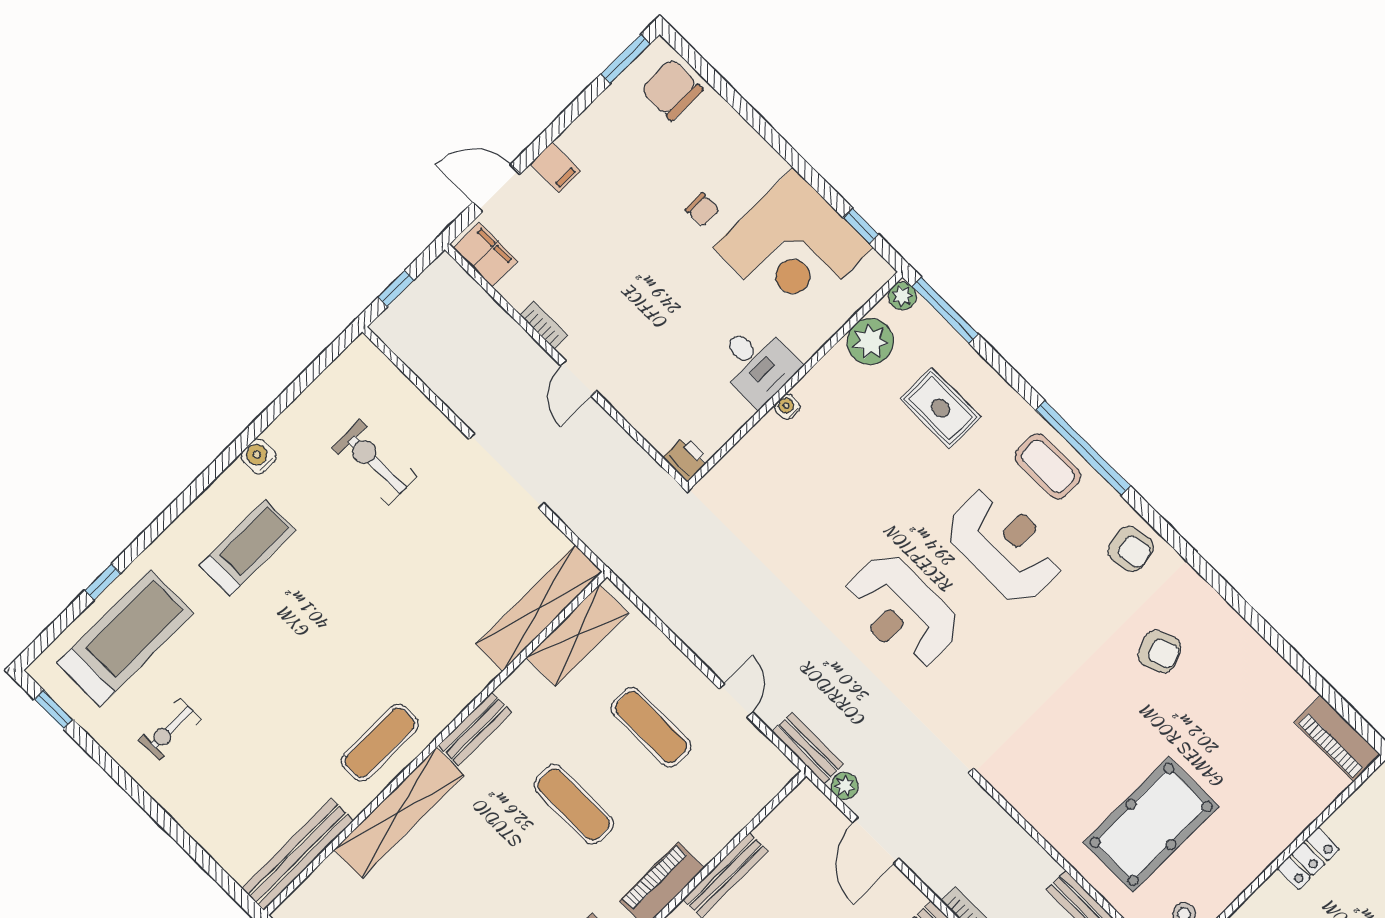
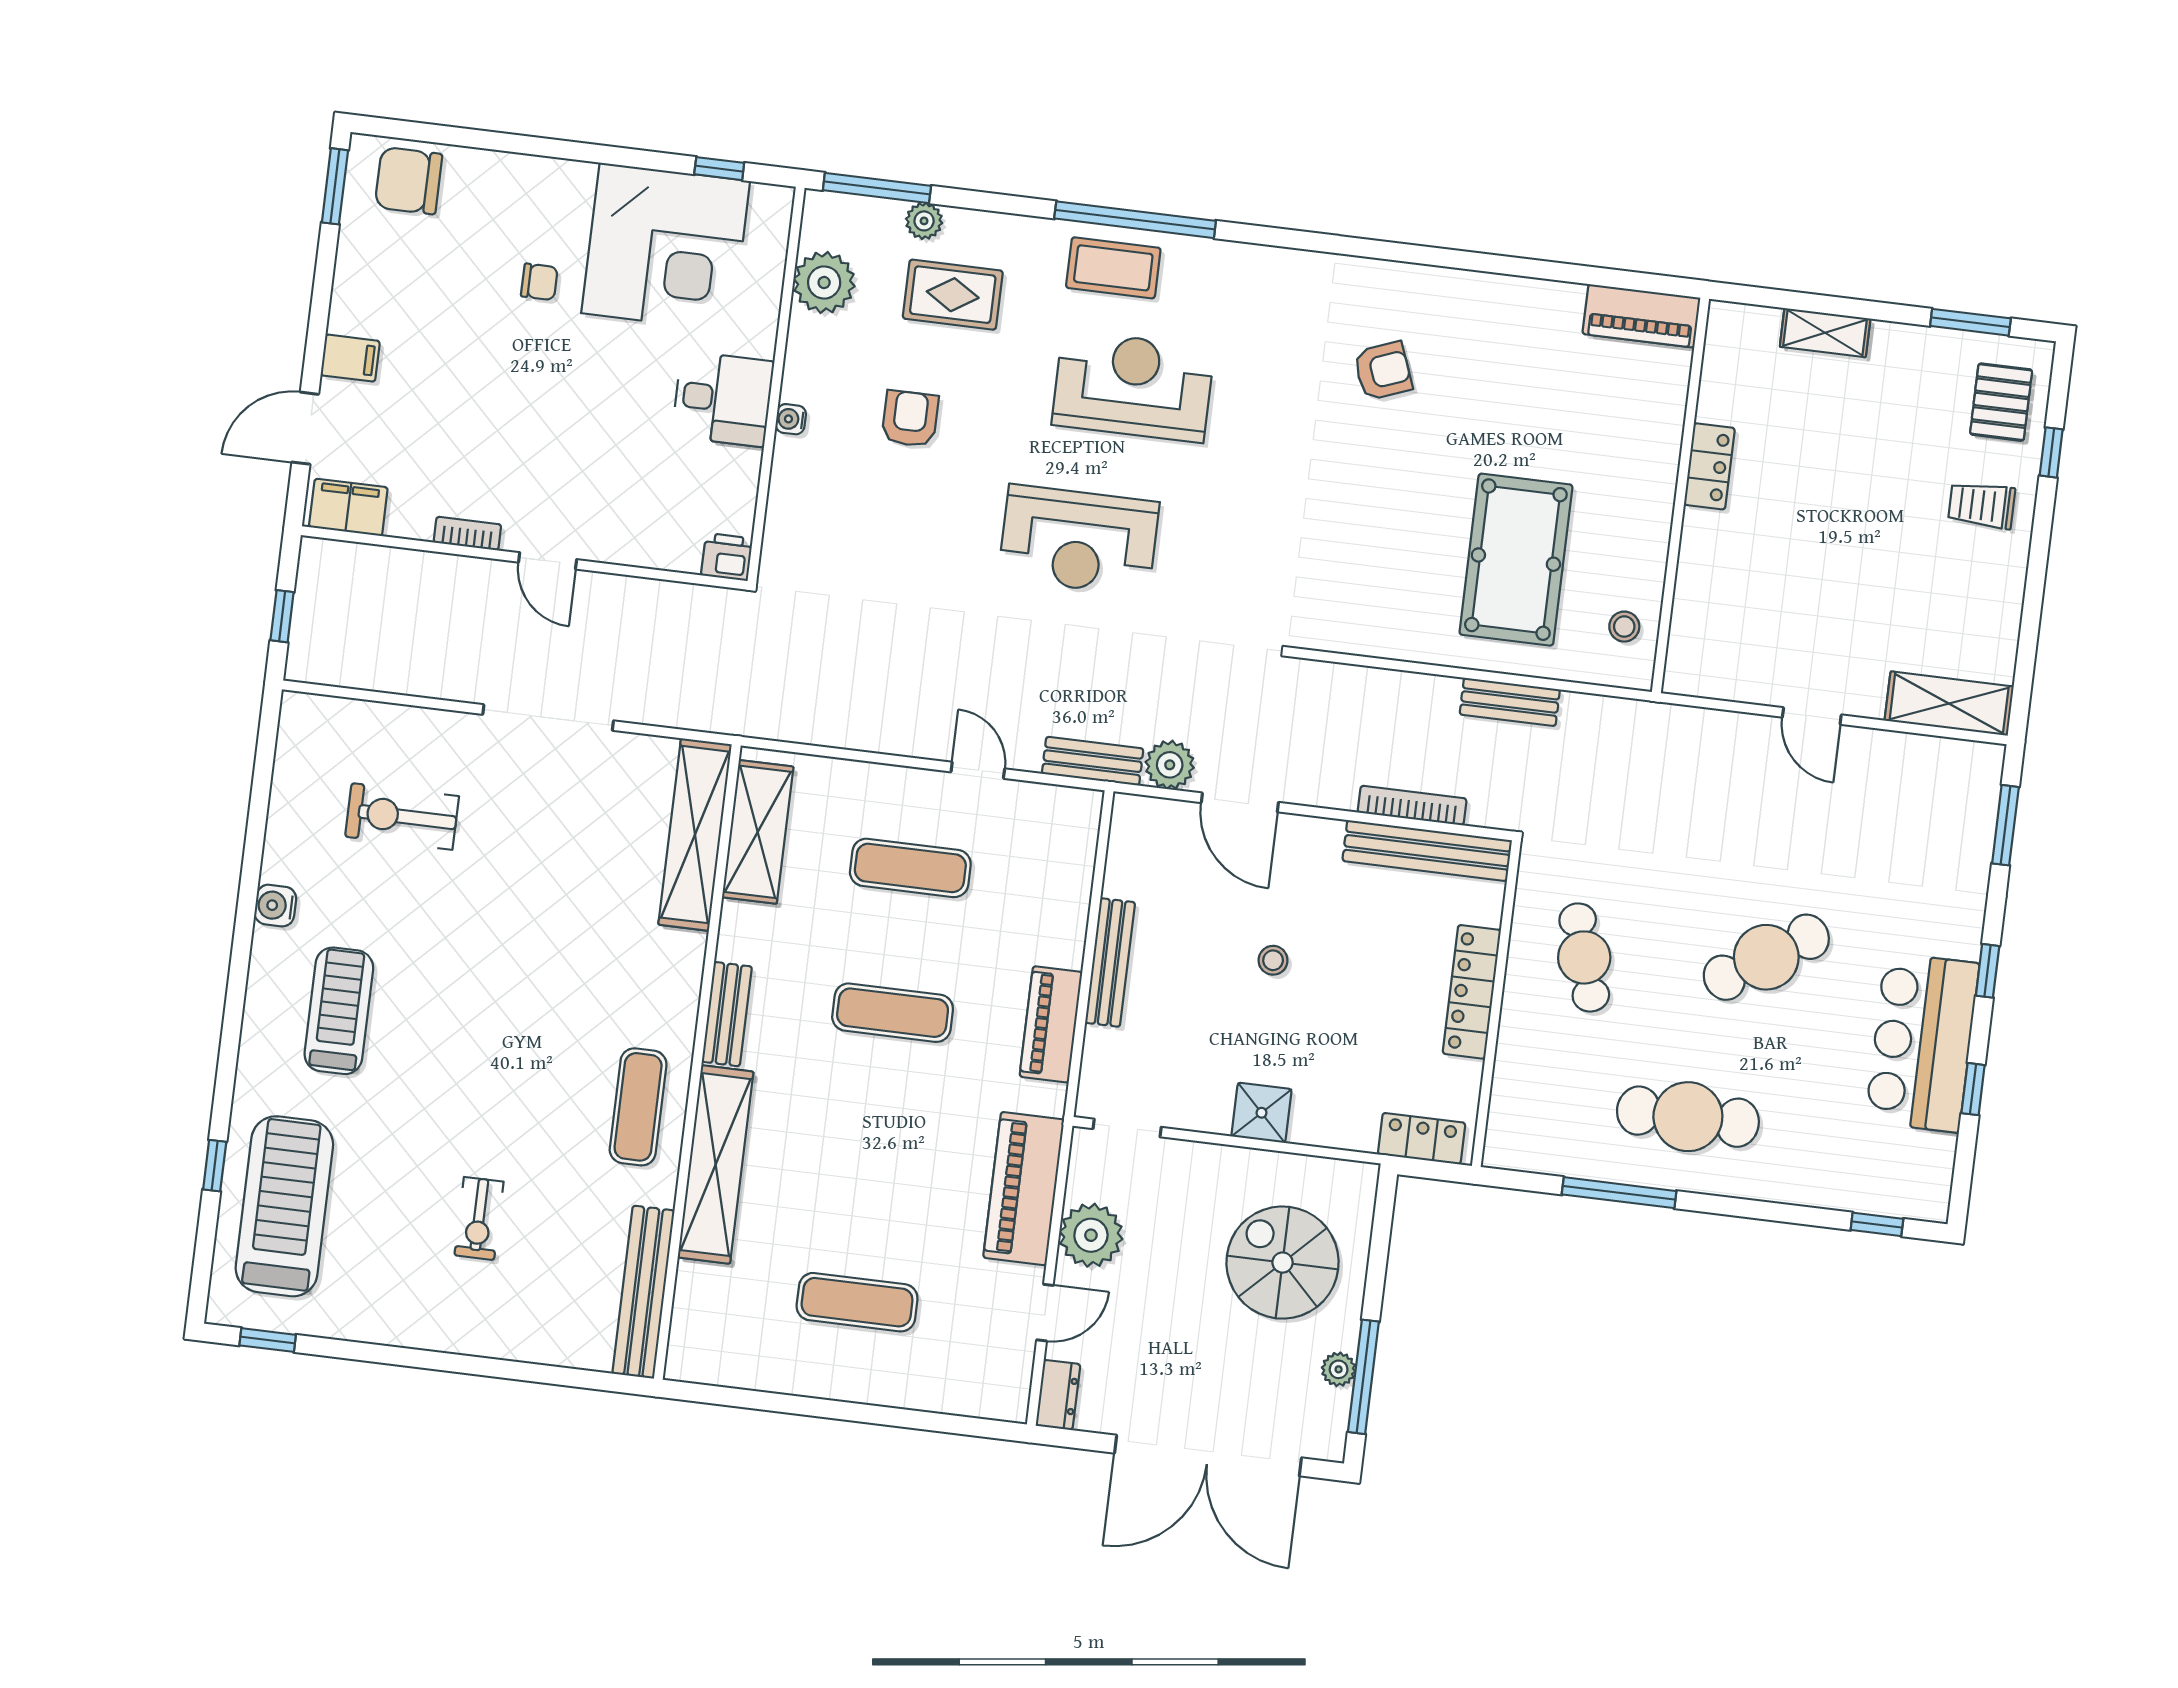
plant: (902, 296) -> (924, 221), moved
armchair: (1131, 549) -> (910, 419), moved, turned -80
exercise bike: (170, 729) -> (479, 1218), moved
plant: (845, 786) -> (1170, 765), width x1.38, depth x1.38

